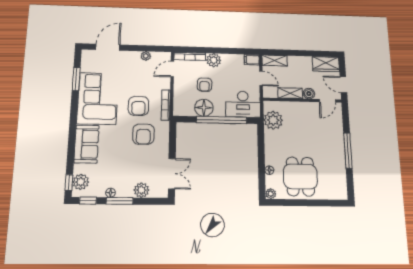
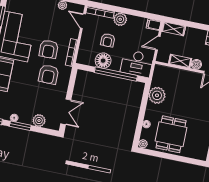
door: (172, 69) -> (83, 21), hinge flipped
door: (261, 78) -> (158, 43), swing flipped
plant: (273, 120) -> (157, 95), moved

